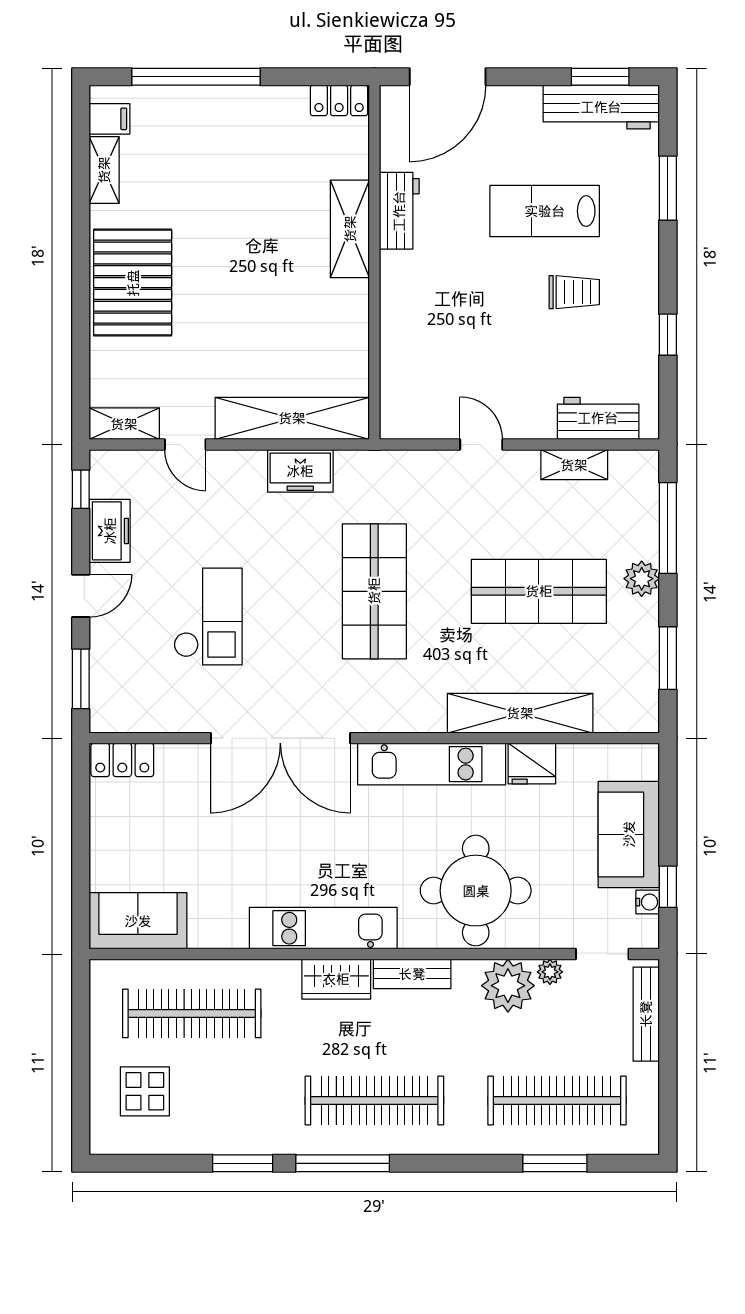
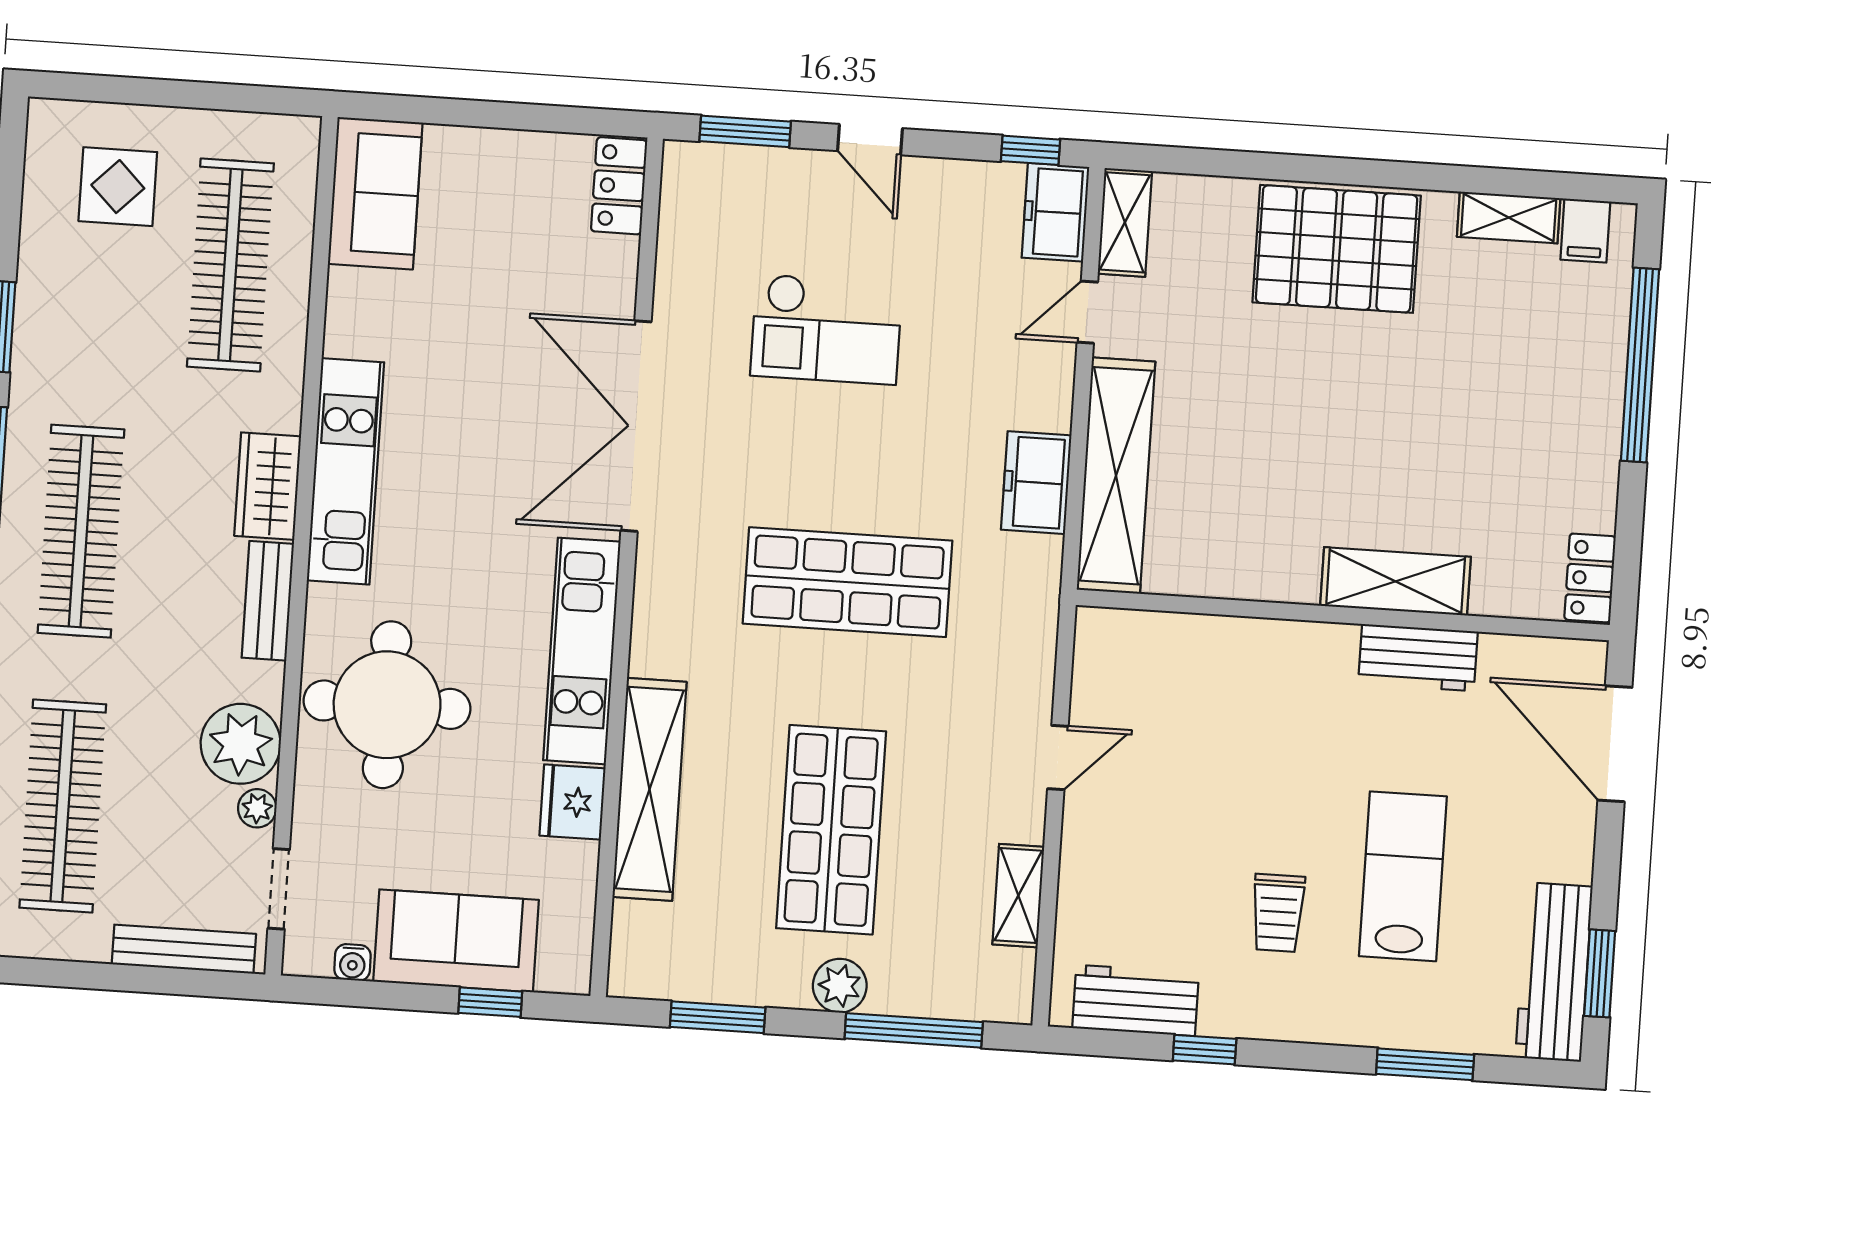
workbench: (598, 418) -> (1136, 1000), moved, turned -90
freezer: (110, 531) -> (1055, 212), moved, turned 90
window: (668, 887) -> (490, 1002), moved

